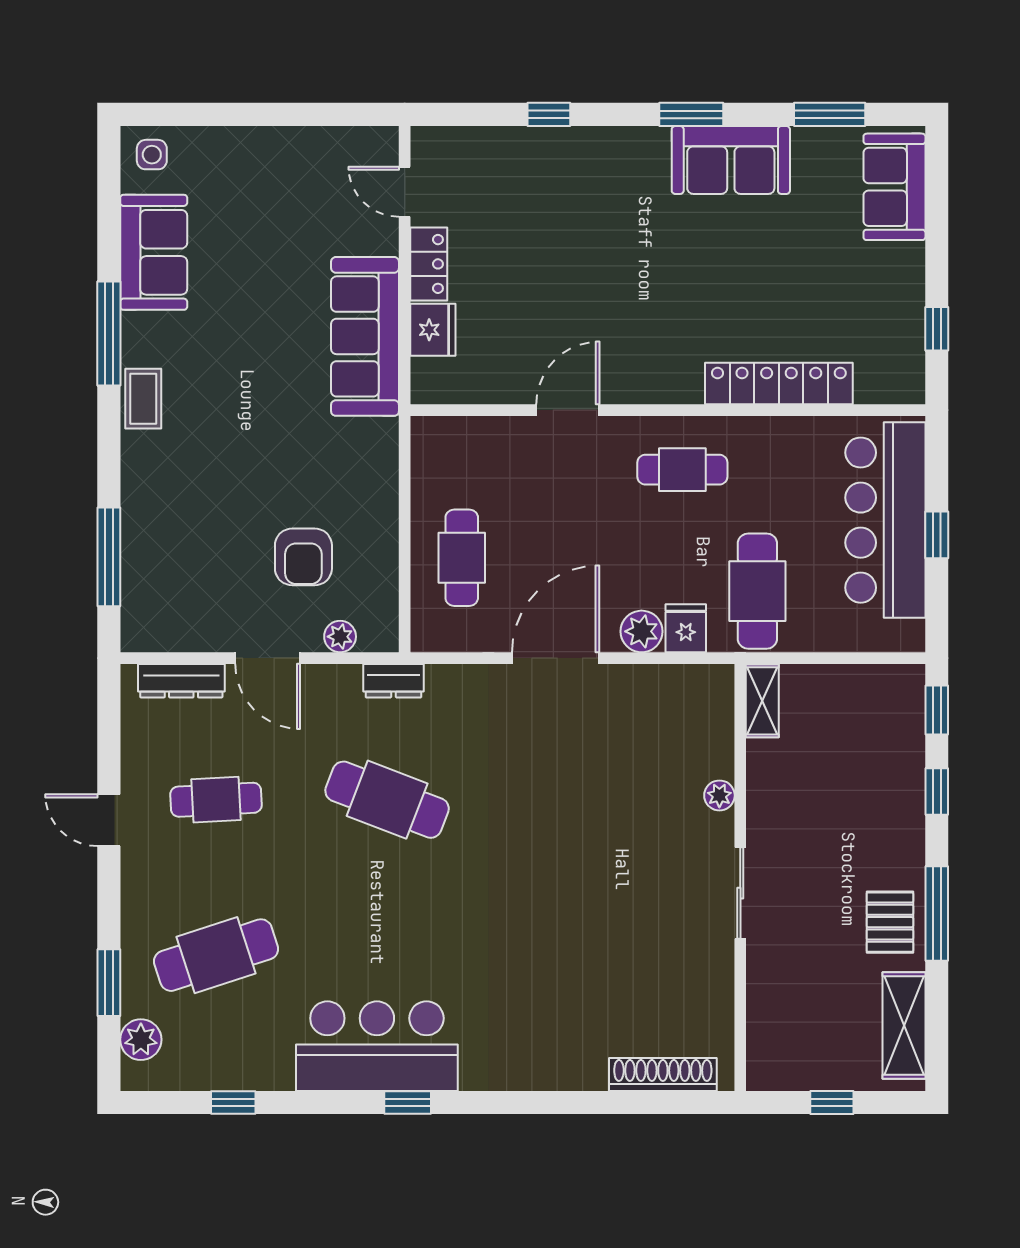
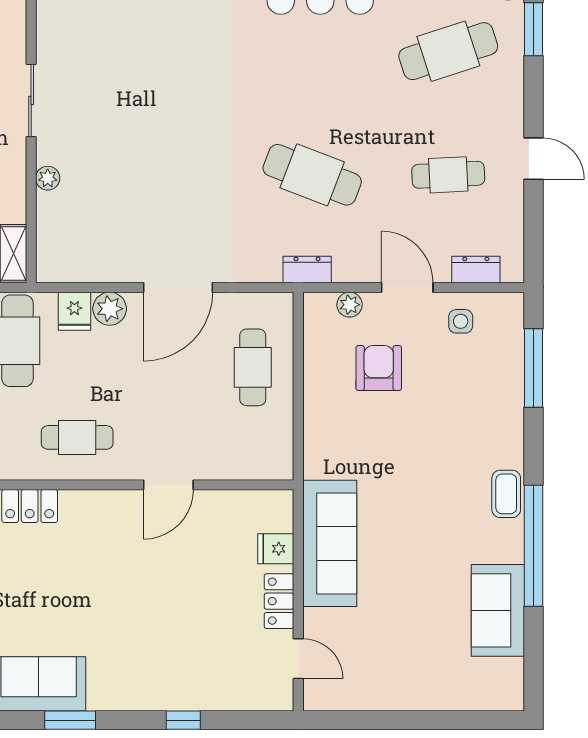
side table: (152, 155) -> (461, 321), moved
fridge: (433, 330) -> (276, 549), width x0.72
window: (109, 333) -> (534, 546), width x1.46
dresser: (181, 681) -> (476, 269), width x0.70

